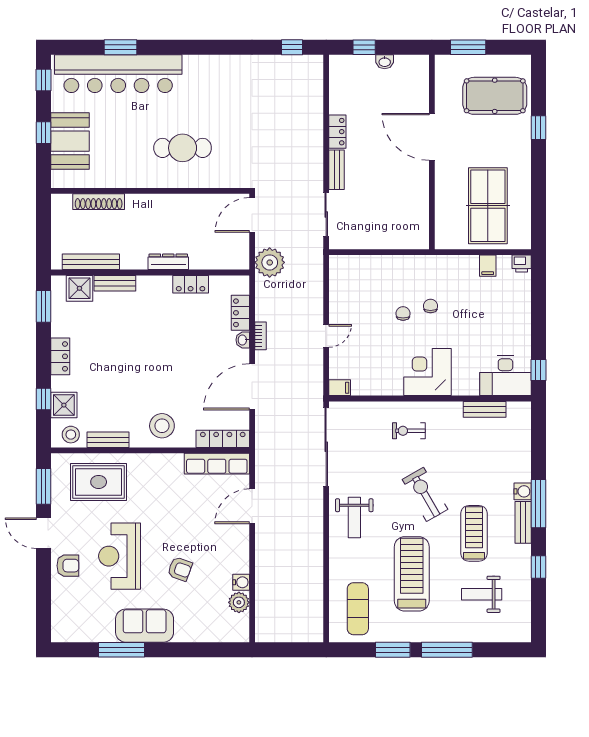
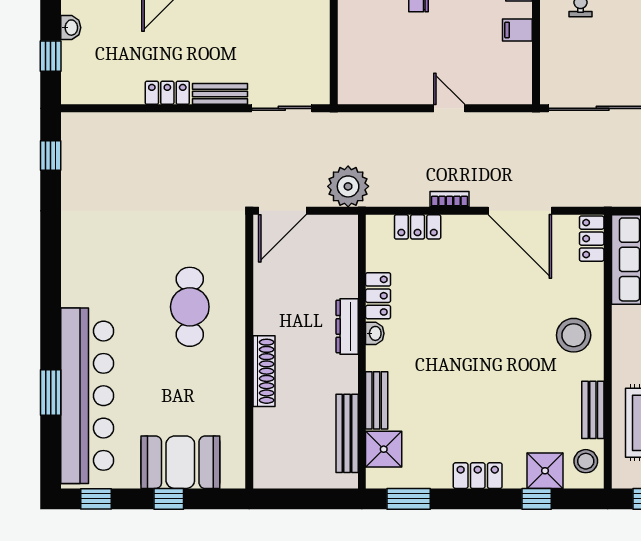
shoe rack: (99, 202) -> (264, 371), moved
door: (252, 215) -> (282, 211), hinge flipped
washbasin: (243, 340) -> (375, 333), moved, turned -90
filing cabinet: (340, 388) -> (517, 30), moved, turned -90
locker: (223, 439) -> (592, 239), width x0.66

